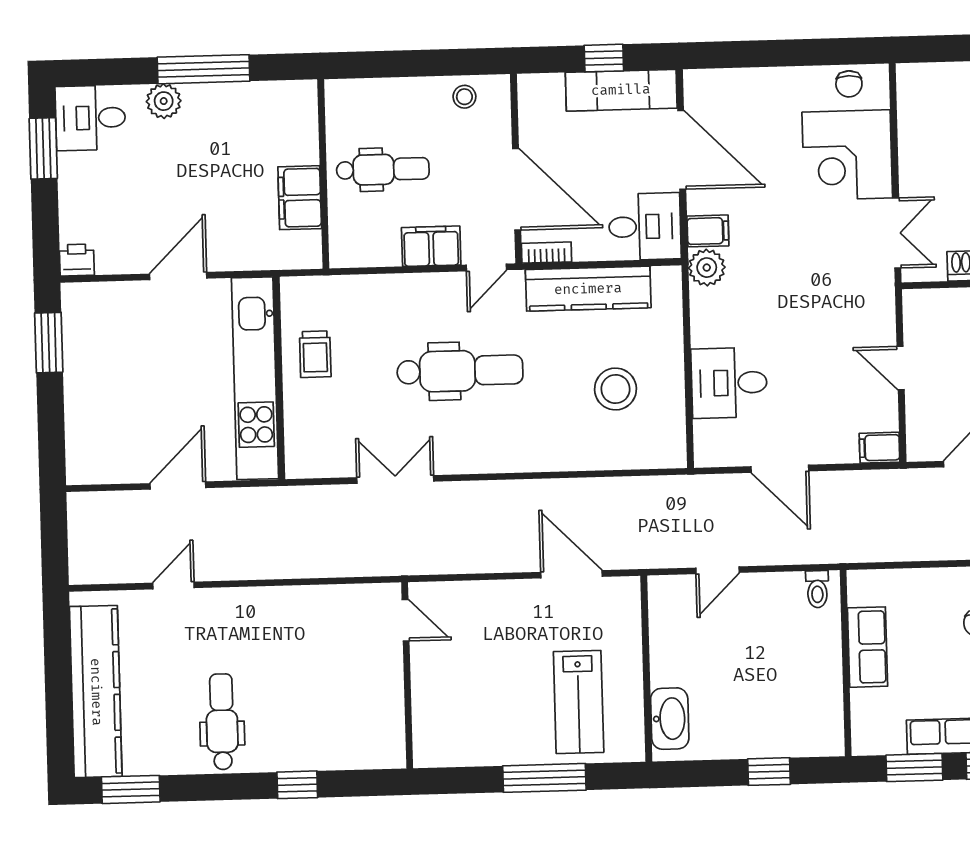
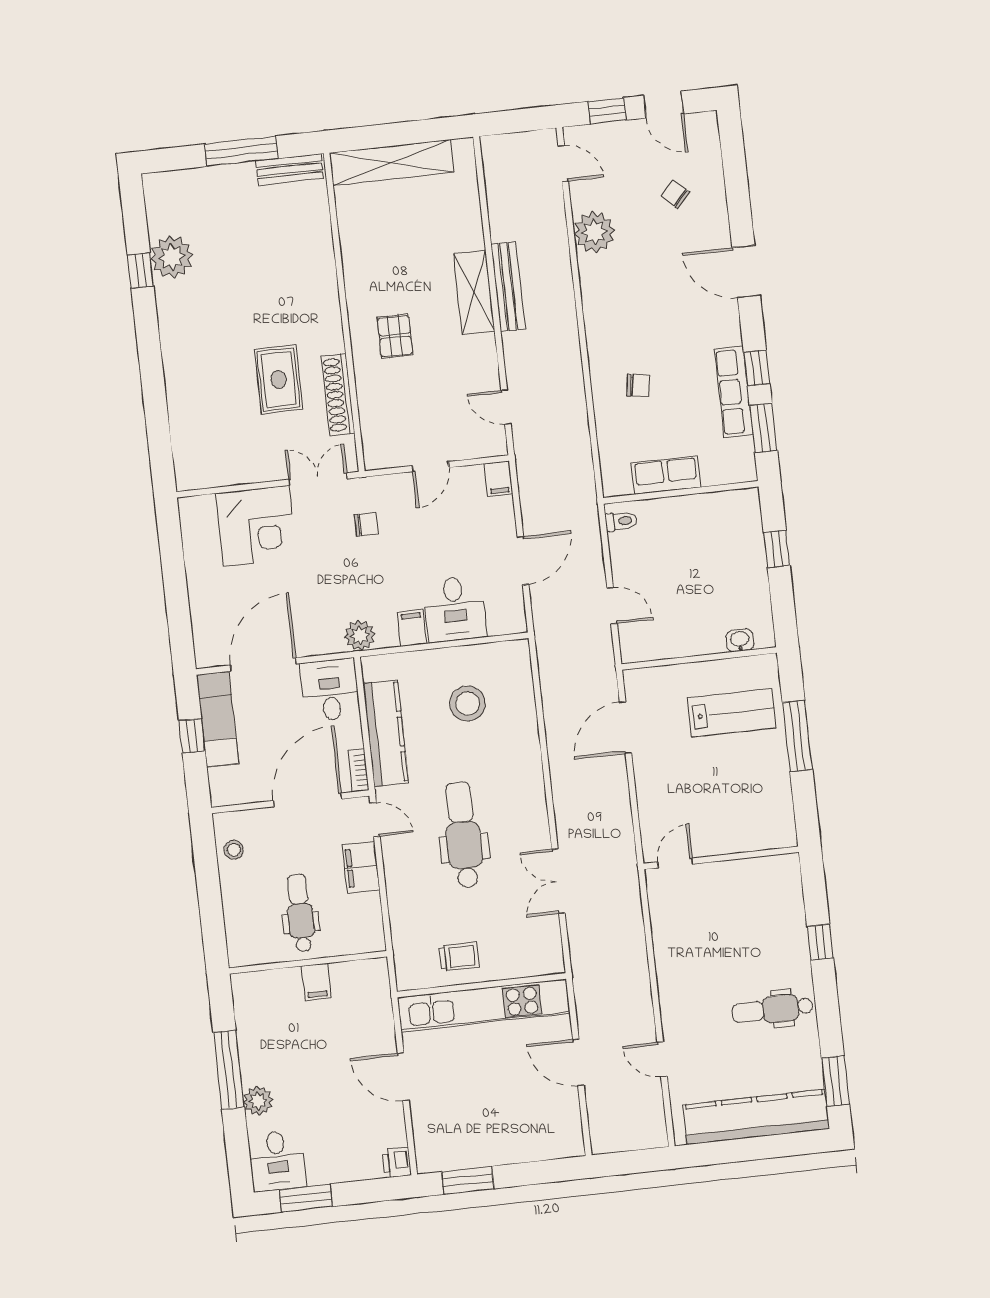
chair: (849, 84) -> (366, 524), moved
filing cabinet: (300, 198) -> (316, 982), width x0.50
filing cabinet: (708, 231) -> (412, 628), moved
washbasin: (670, 719) -> (740, 640), width x0.52, depth x0.69

